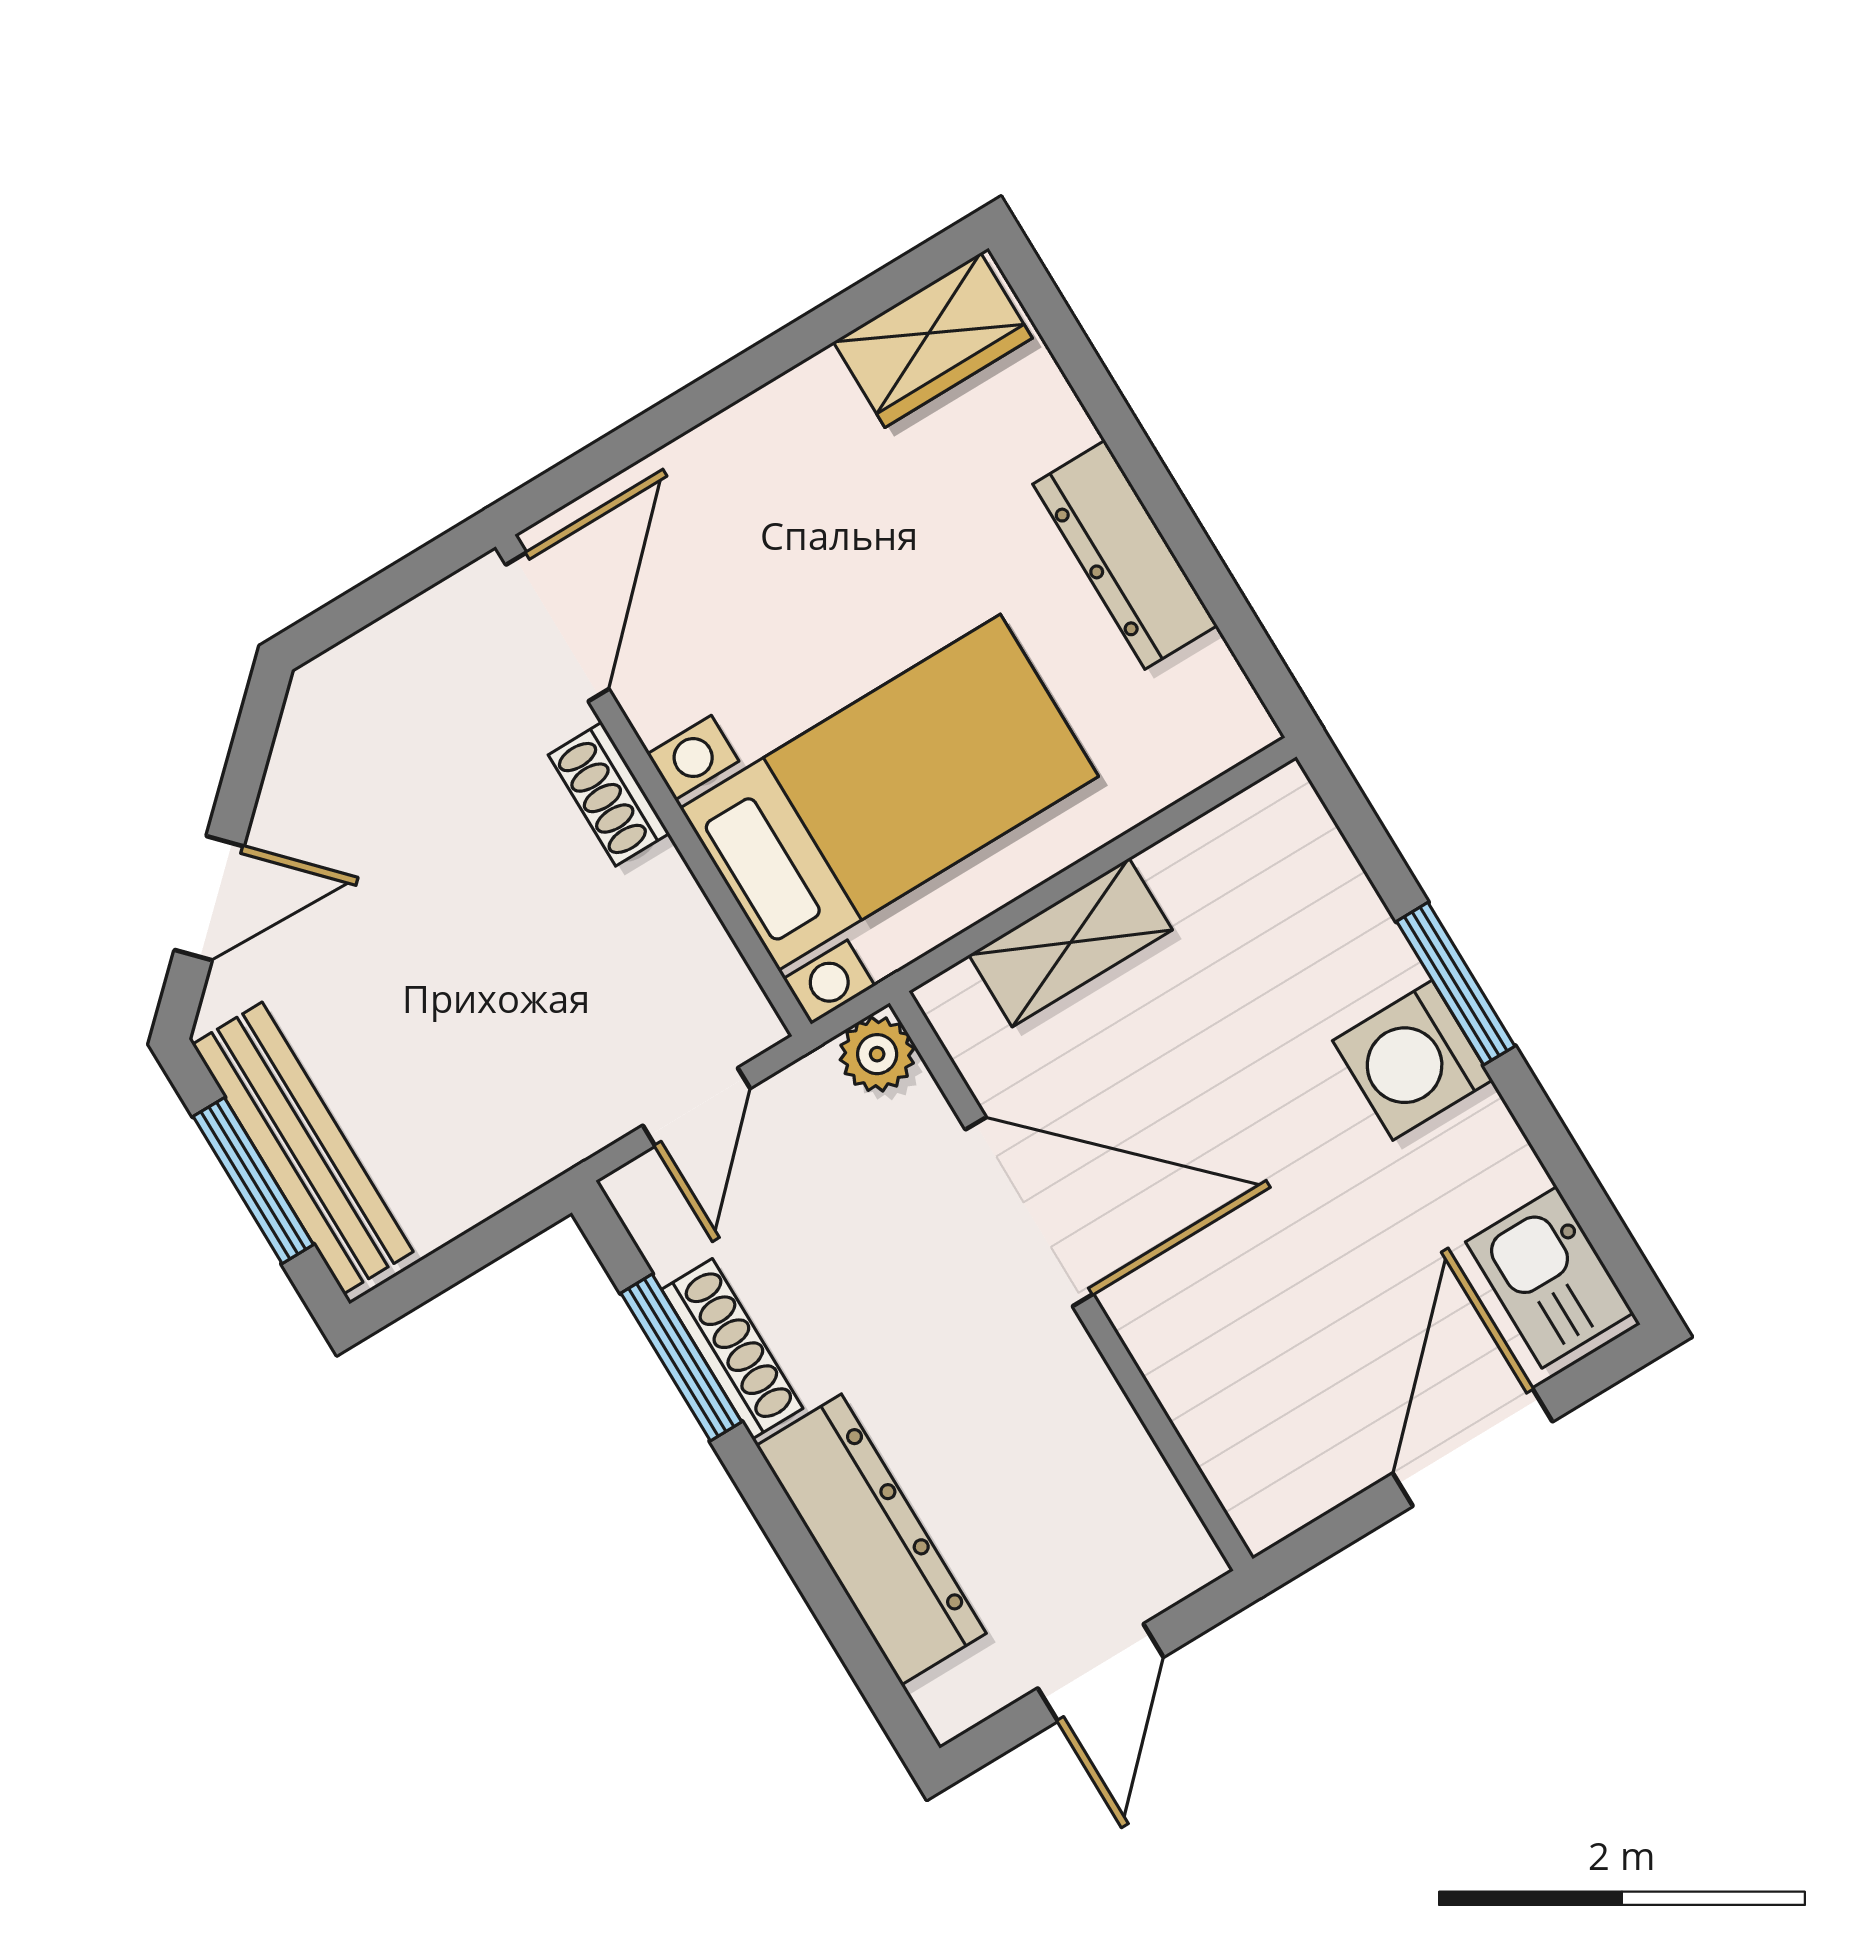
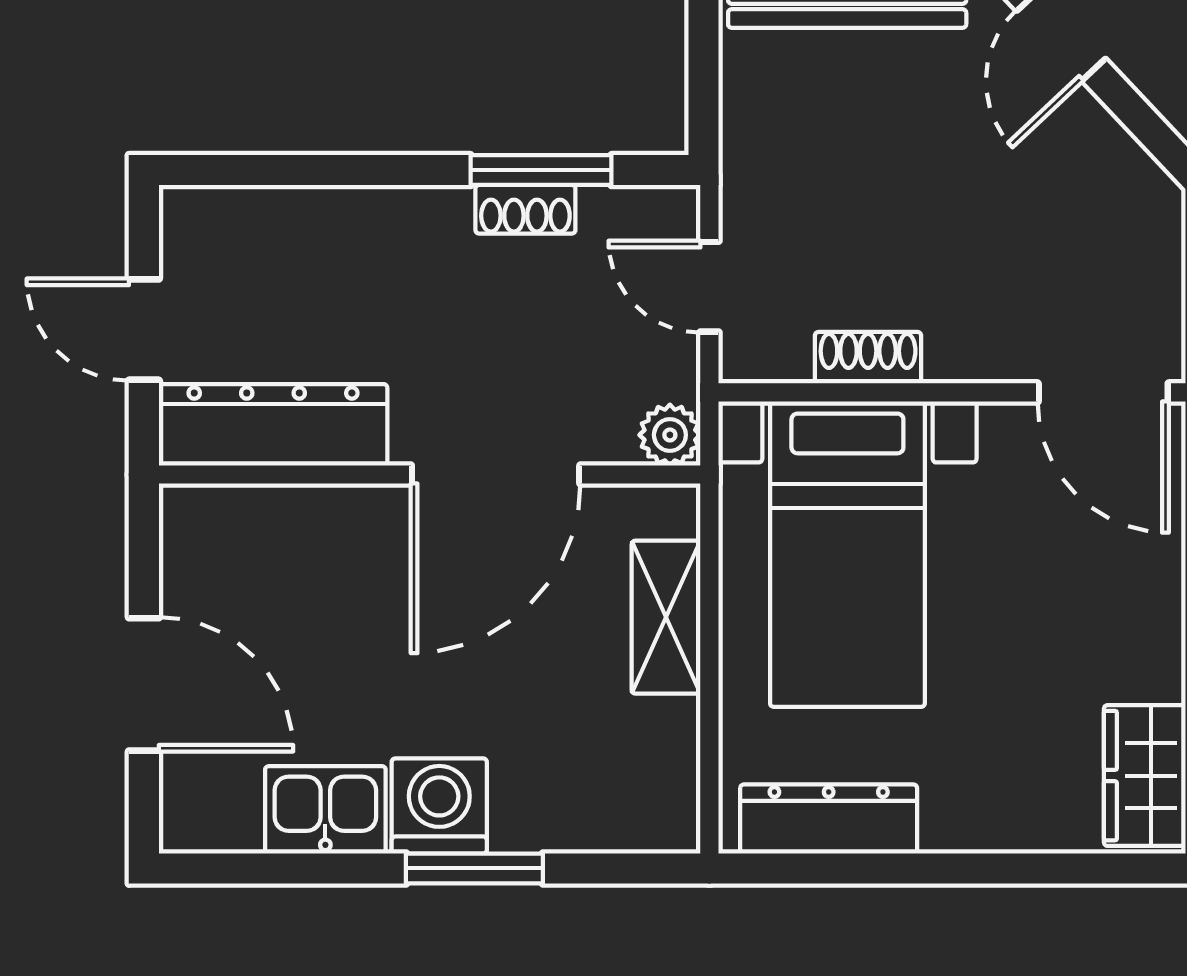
dresser: (1125, 555) -> (829, 819), moved
shoe rack: (609, 794) -> (868, 358), moved
kitchen sink: (1549, 1277) -> (325, 810), moved
shoe rack: (732, 1349) -> (525, 209), width x0.70
dresser: (871, 1539) -> (273, 425), moved, turned 180

